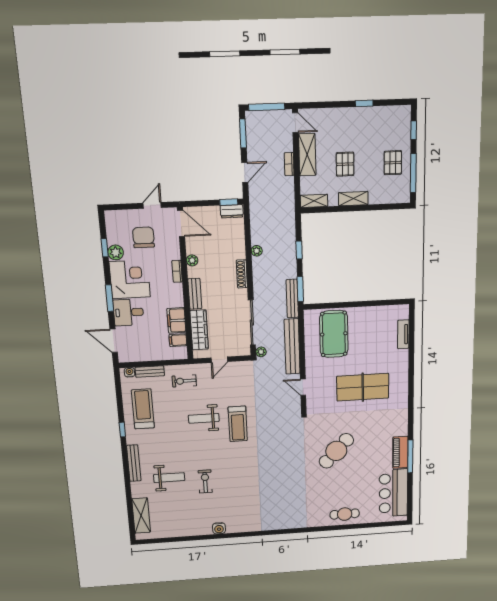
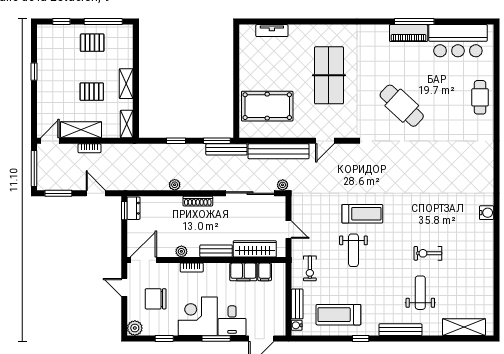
plant: (116, 252) -> (135, 328), moved
water cooler: (219, 528) -> (487, 213), moved

